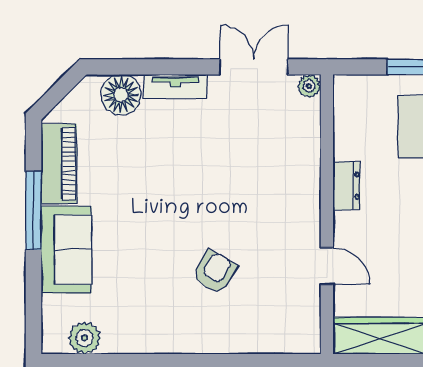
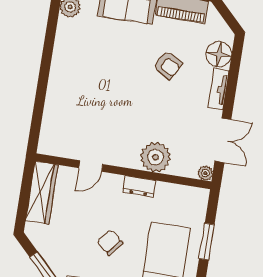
plant: (297, 168) -> (155, 157), added
armchair: (215, 272) -> (168, 65), moved

